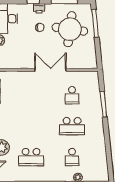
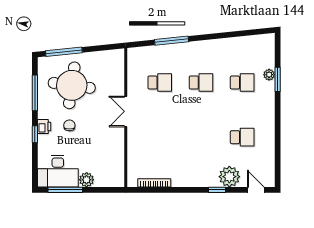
double door: (50, 70) -> (126, 111), width x0.73
school desk: (72, 126) -> (201, 83), width x0.54
school desk: (31, 157) -> (242, 137), width x0.54

